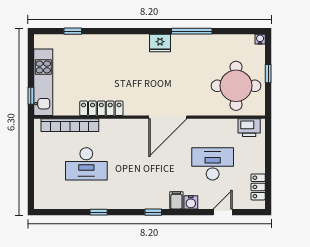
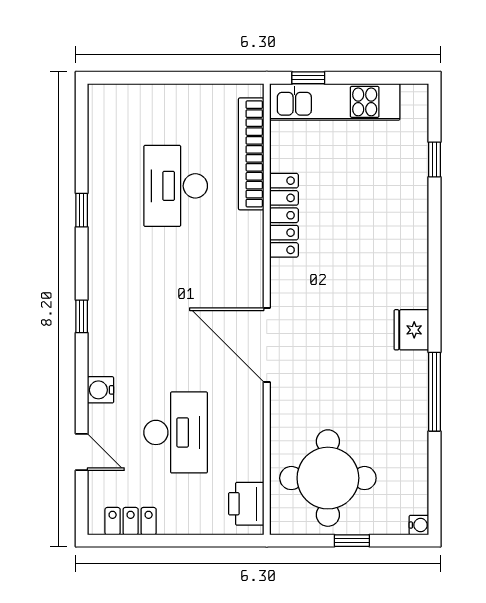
filing cabinet: (176, 200) -> (104, 362), removed

